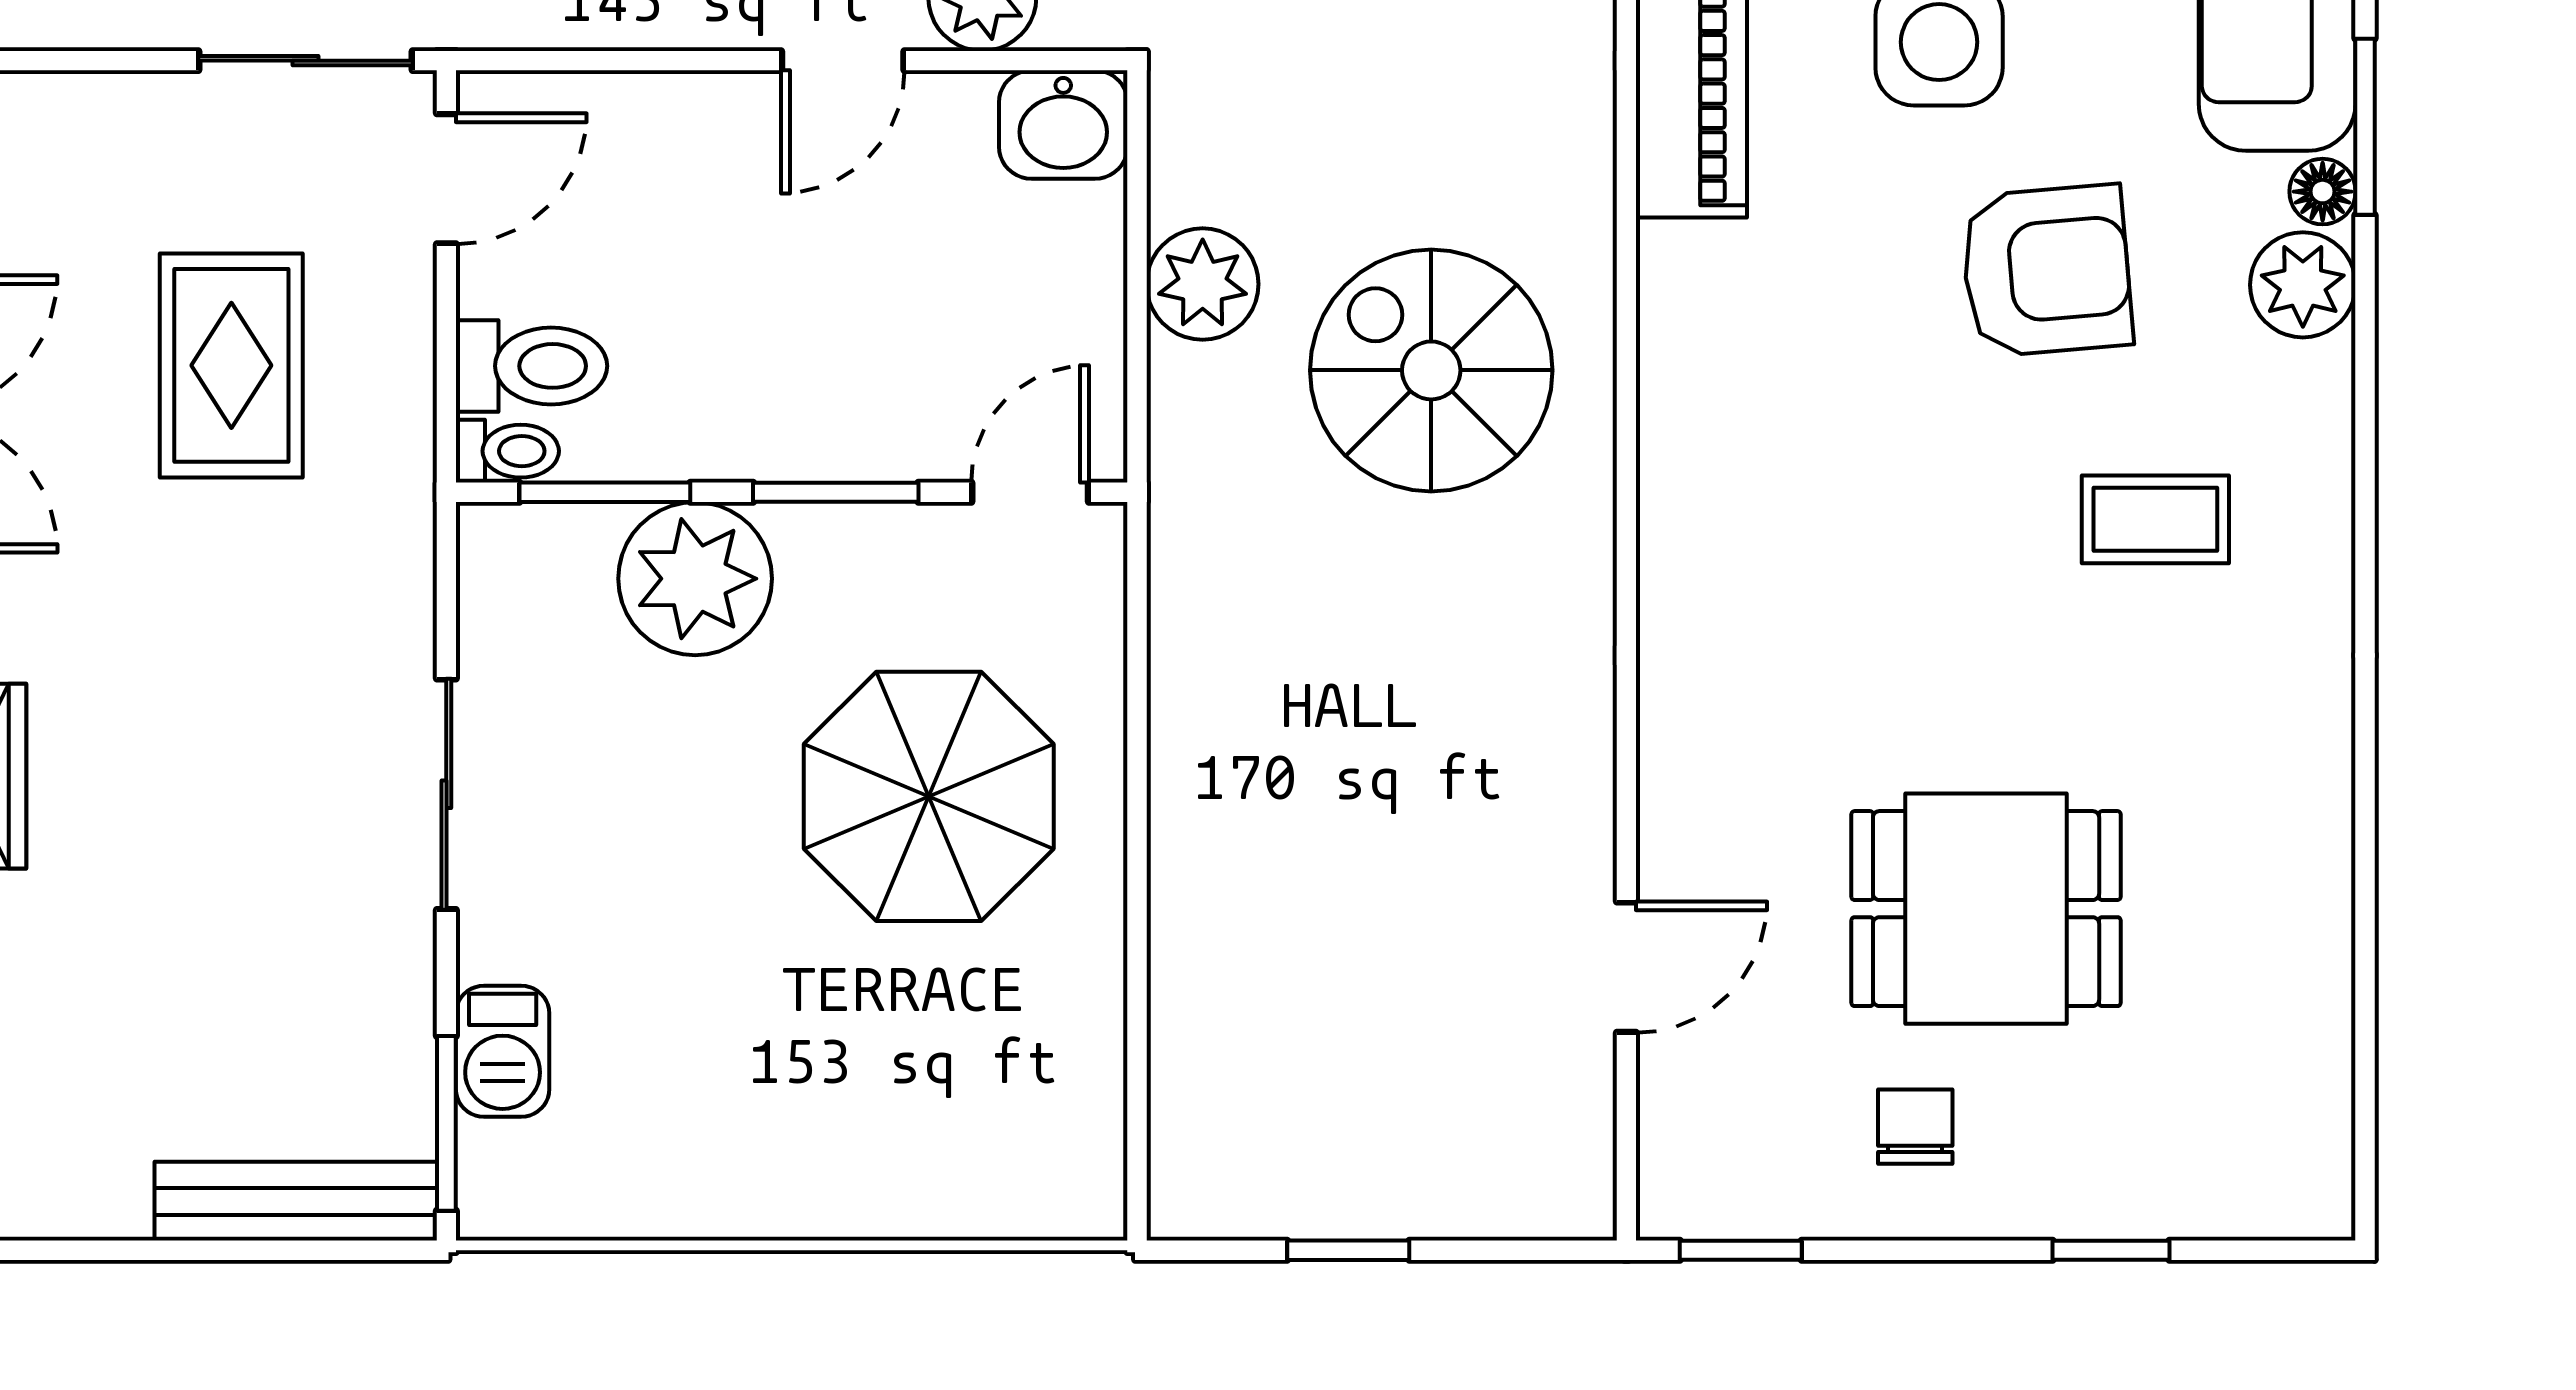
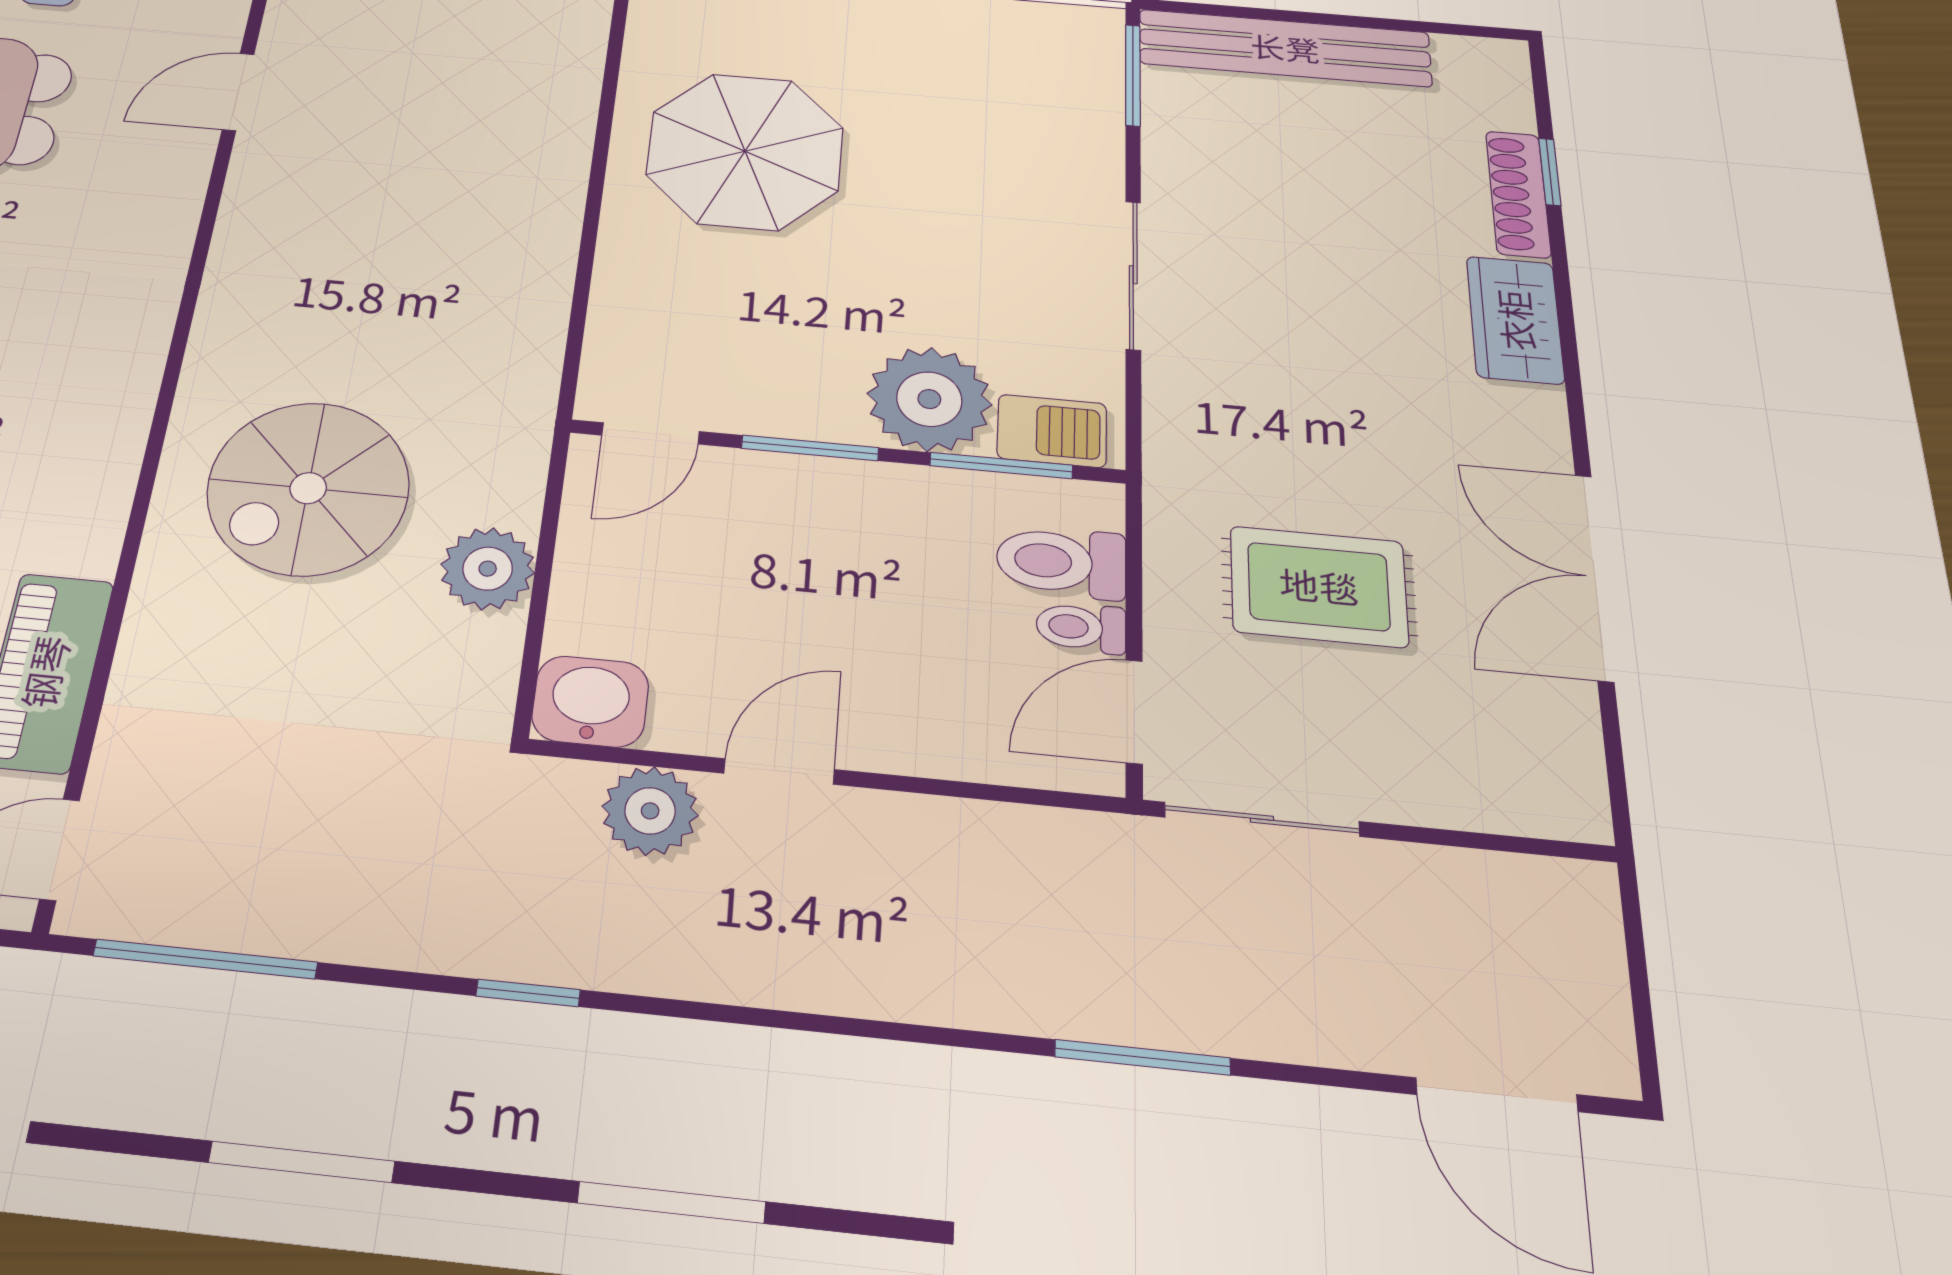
rug: (231, 365) -> (1319, 586), turned 90
spiral stairs: (1431, 370) -> (308, 488), turned 90
toilet: (507, 451) -> (1081, 628), moved
parasol: (929, 796) -> (745, 151), moved
barbecue: (503, 1051) -> (1052, 431), moved, turned 90
bench: (296, 1201) -> (1285, 48), width x1.37, depth x1.21

